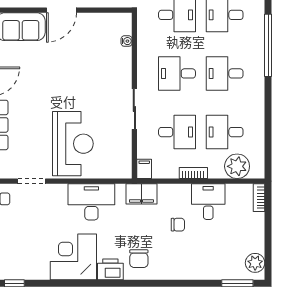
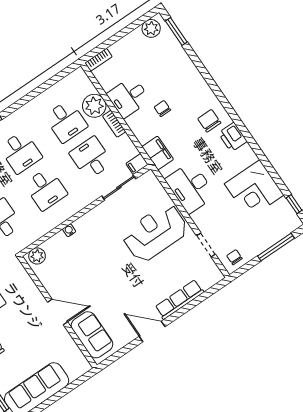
plant: (123, 26) -> (37, 256), added
water cooler: (127, 41) -> (69, 230), moved
sliding door: (134, 109) -> (119, 187), moved
plant: (237, 166) -> (94, 106), moved
corner desk: (73, 257) -> (254, 189), moved
chair: (139, 259) -> (209, 121), turned -90

